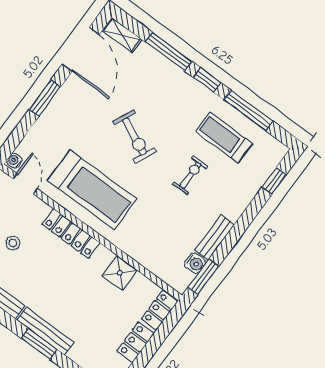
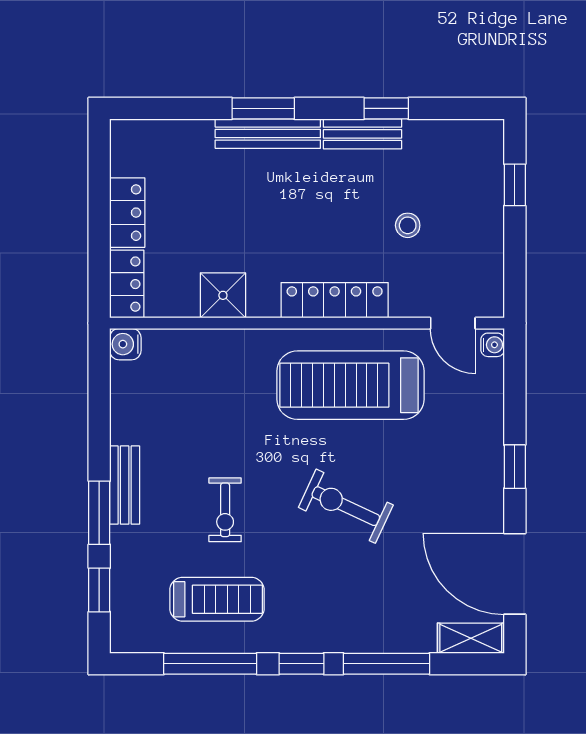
window: (45, 98) -> (515, 467), width x0.67
bench: (215, 237) -> (125, 485), moved
water cooler: (195, 263) -> (125, 344), moved
window: (203, 277) -> (99, 513), moved

